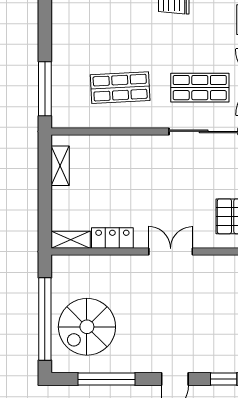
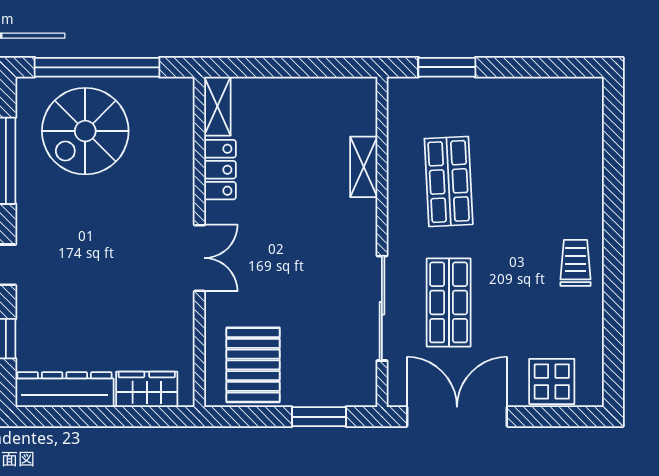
window: (45, 89) -> (447, 67), width x0.69
shelving: (60, 166) -> (364, 167), moved, turned 90
spiral stairs: (87, 327) -> (85, 131), turned -90

